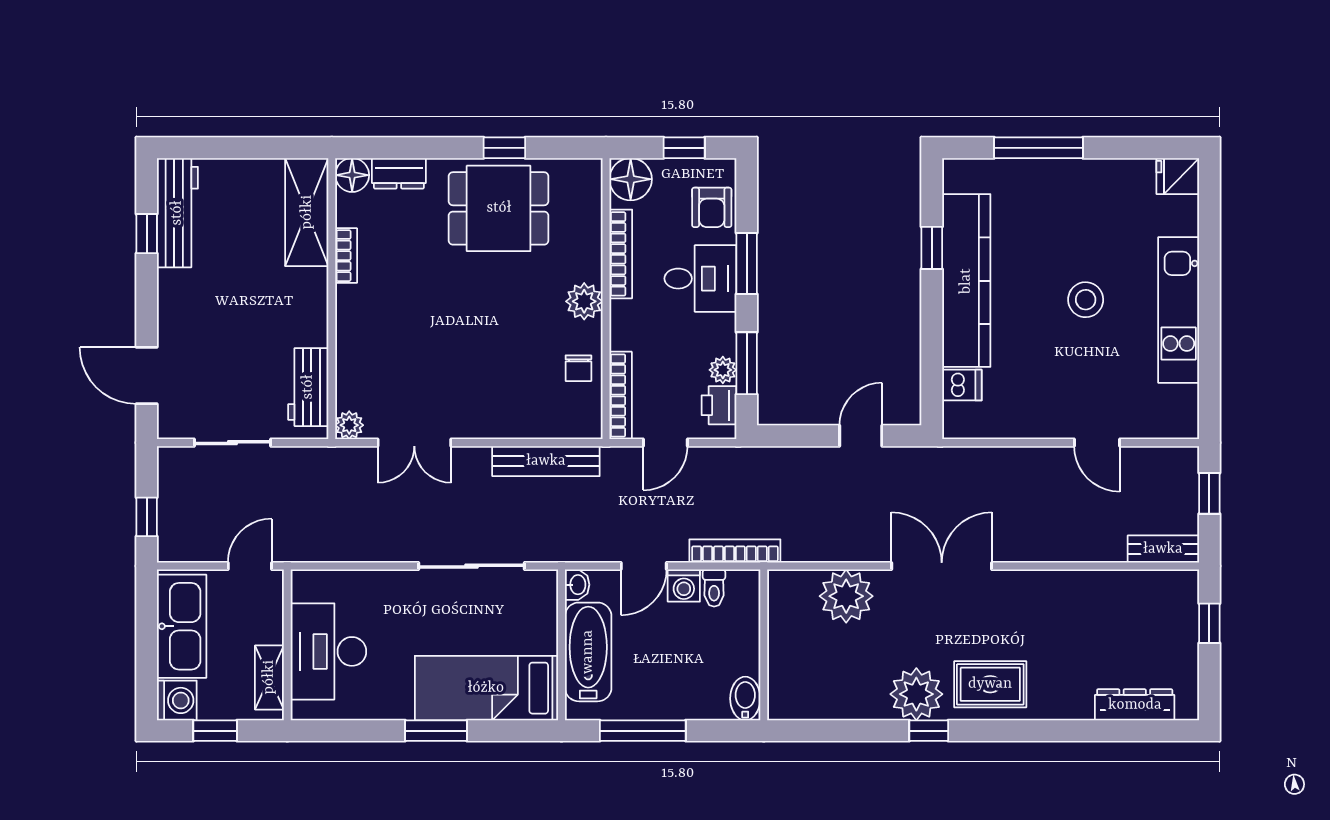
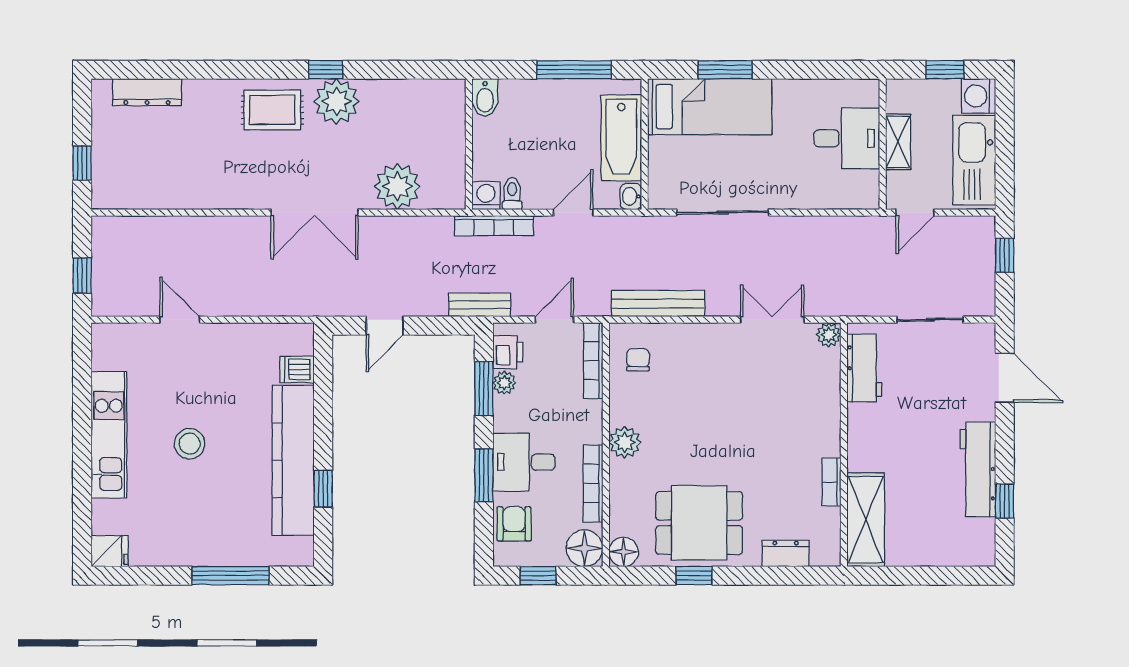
floor lamp: (352, 175) -> (624, 552), moved
workbench: (177, 213) -> (978, 469), moved
chair: (578, 368) -> (638, 360), moved
bench: (1163, 549) -> (480, 305), moved
washing machine: (684, 586) -> (486, 196), moved
desk: (328, 651) -> (847, 138), width x0.73
shelving: (269, 677) -> (898, 142), moved
window: (436, 731) -> (725, 70), moved

